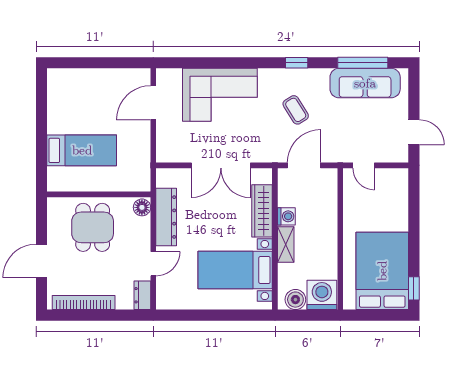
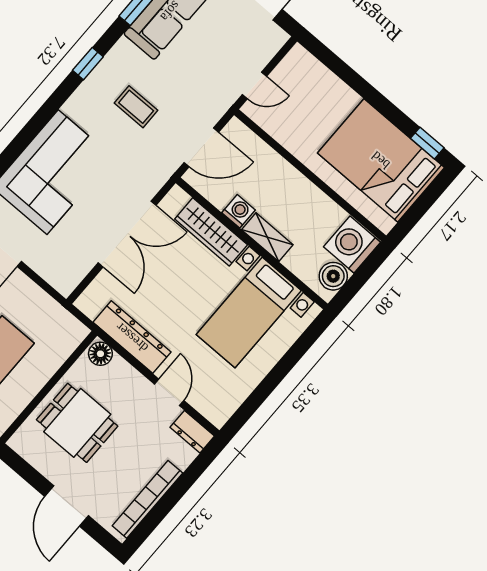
coffee table: (296, 110) -> (136, 107), turned 32
door: (304, 165) -> (201, 147), swing flipped

